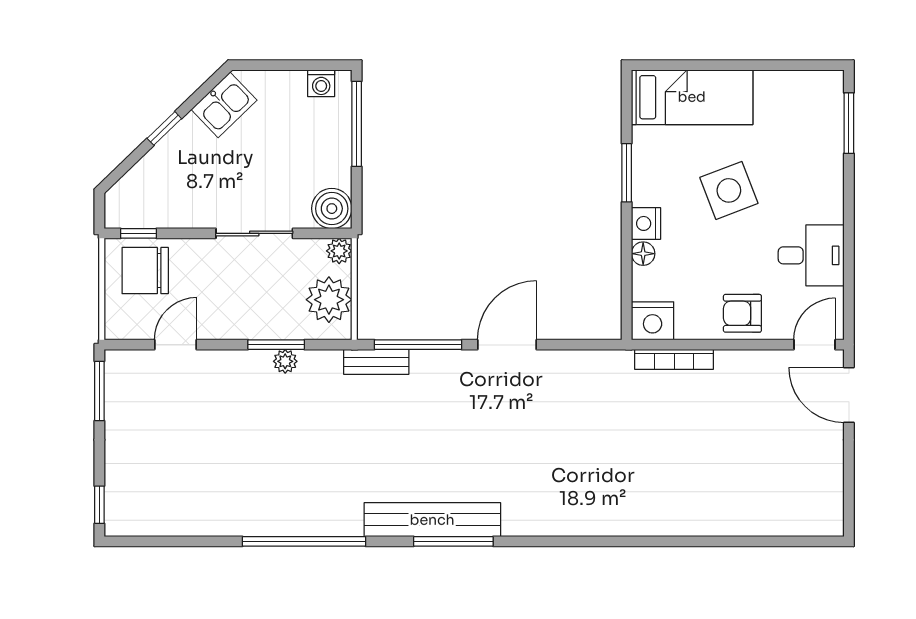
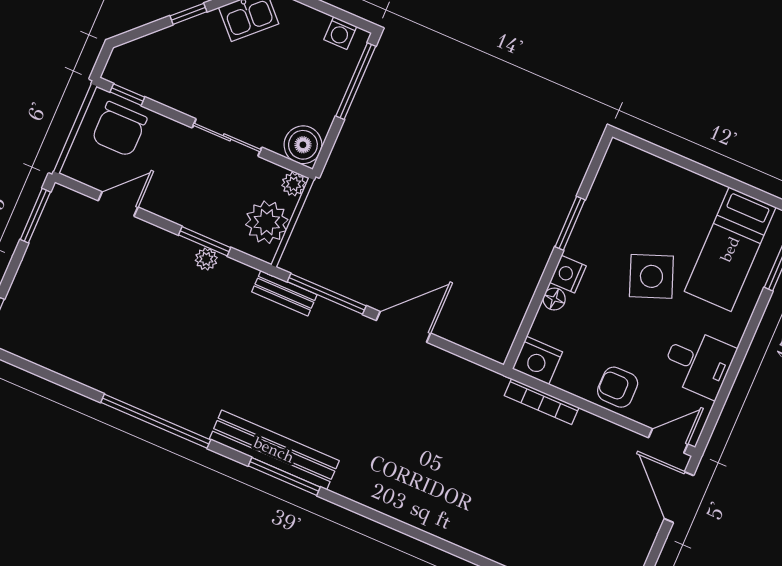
bed: (692, 97) -> (730, 249), moved, turned 90
chair: (145, 271) -> (119, 129), turned -90

